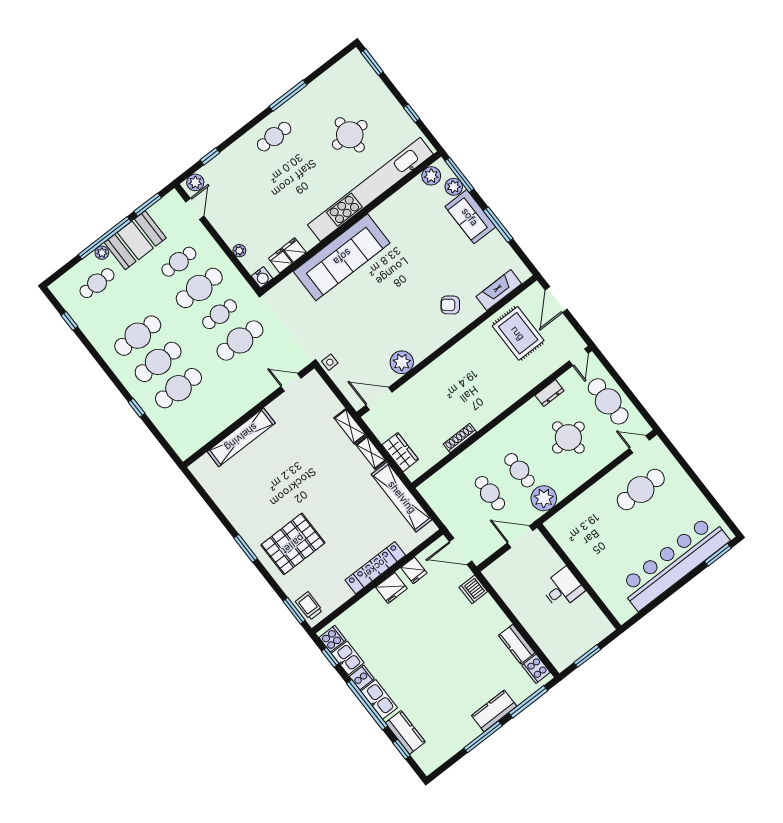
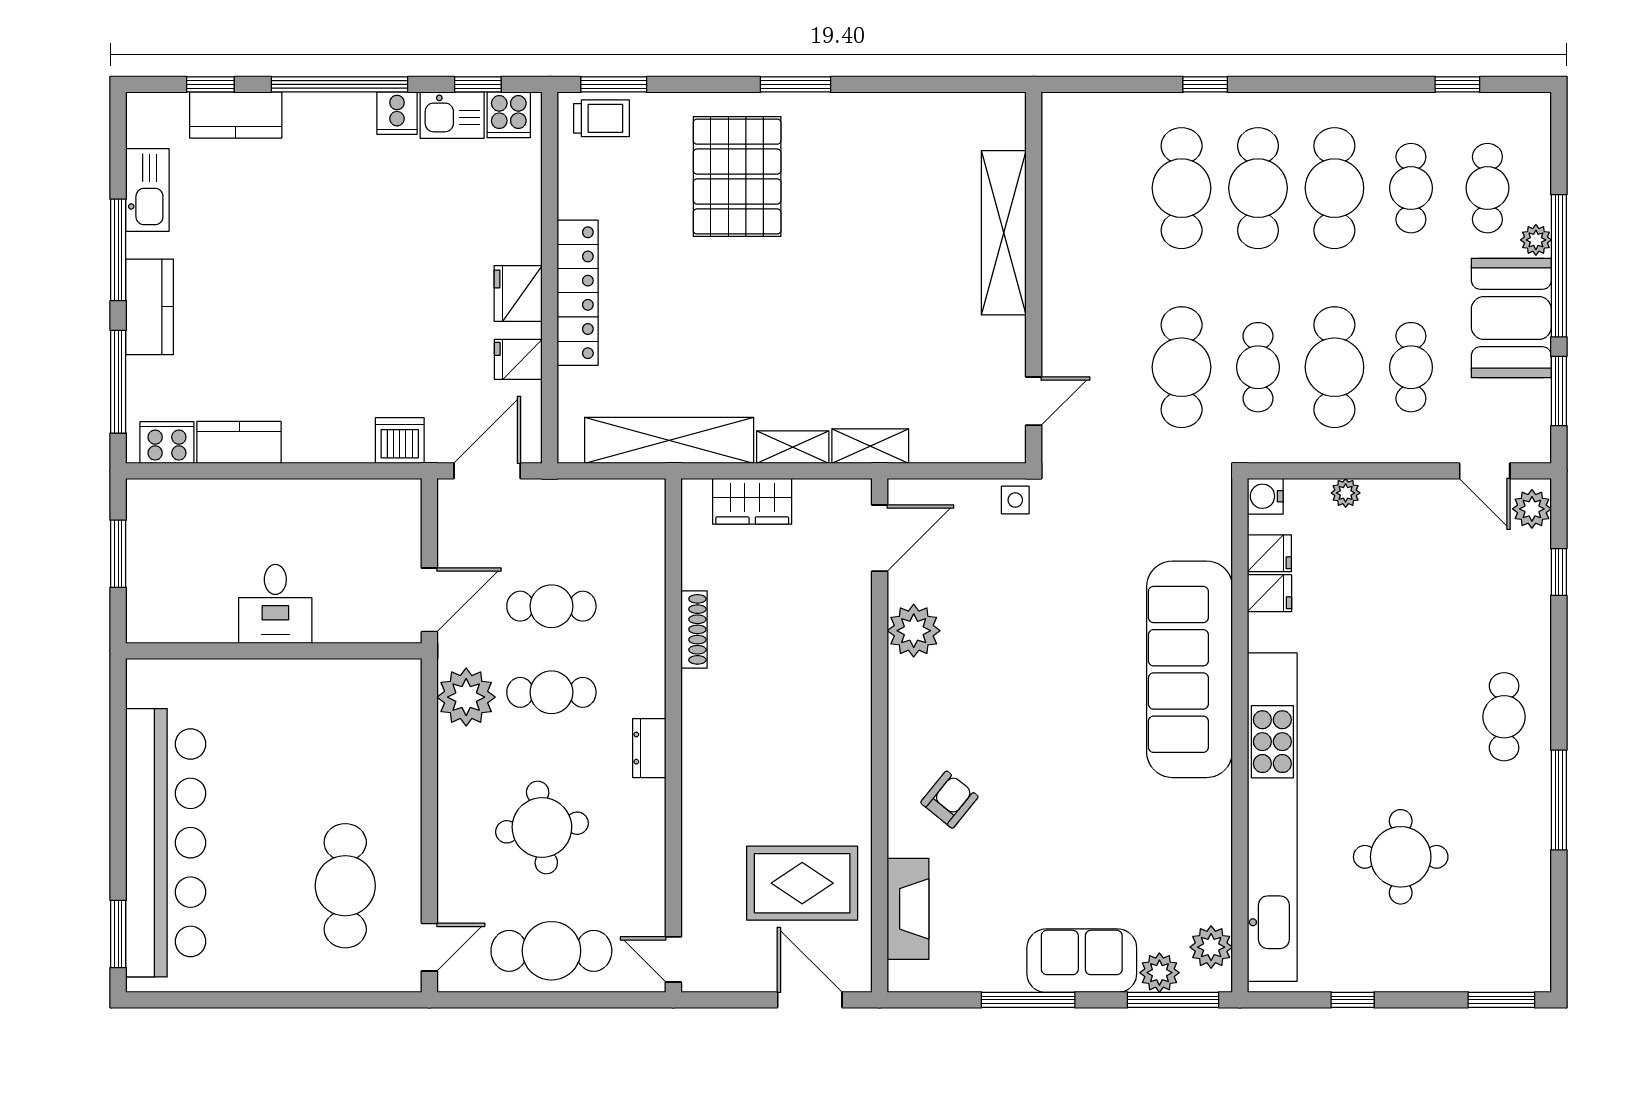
cafe table: (117, 309) -> (1411, 188), added
dresser: (550, 393) -> (649, 748), moved
kitchen sink: (379, 699) -> (147, 190), moved, turned -90

